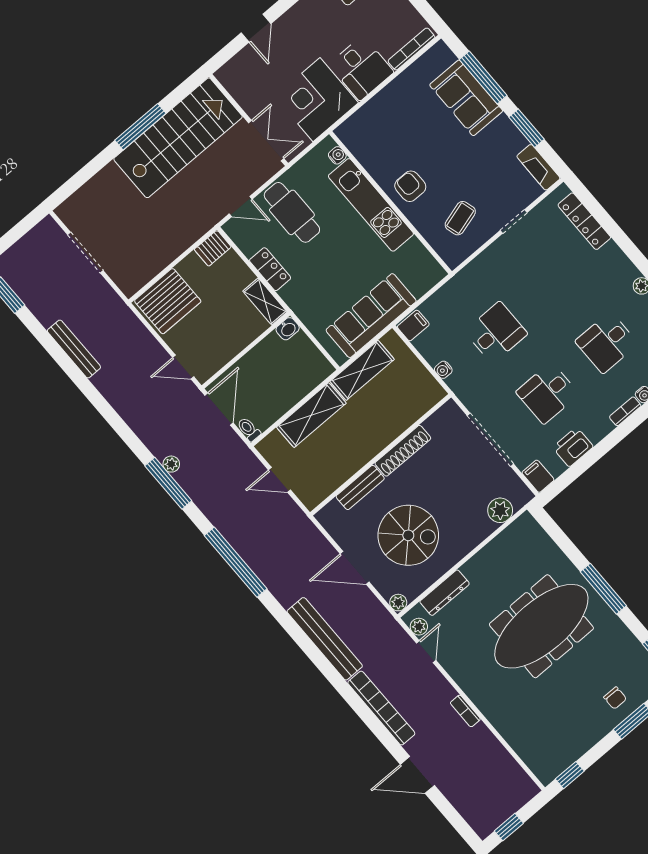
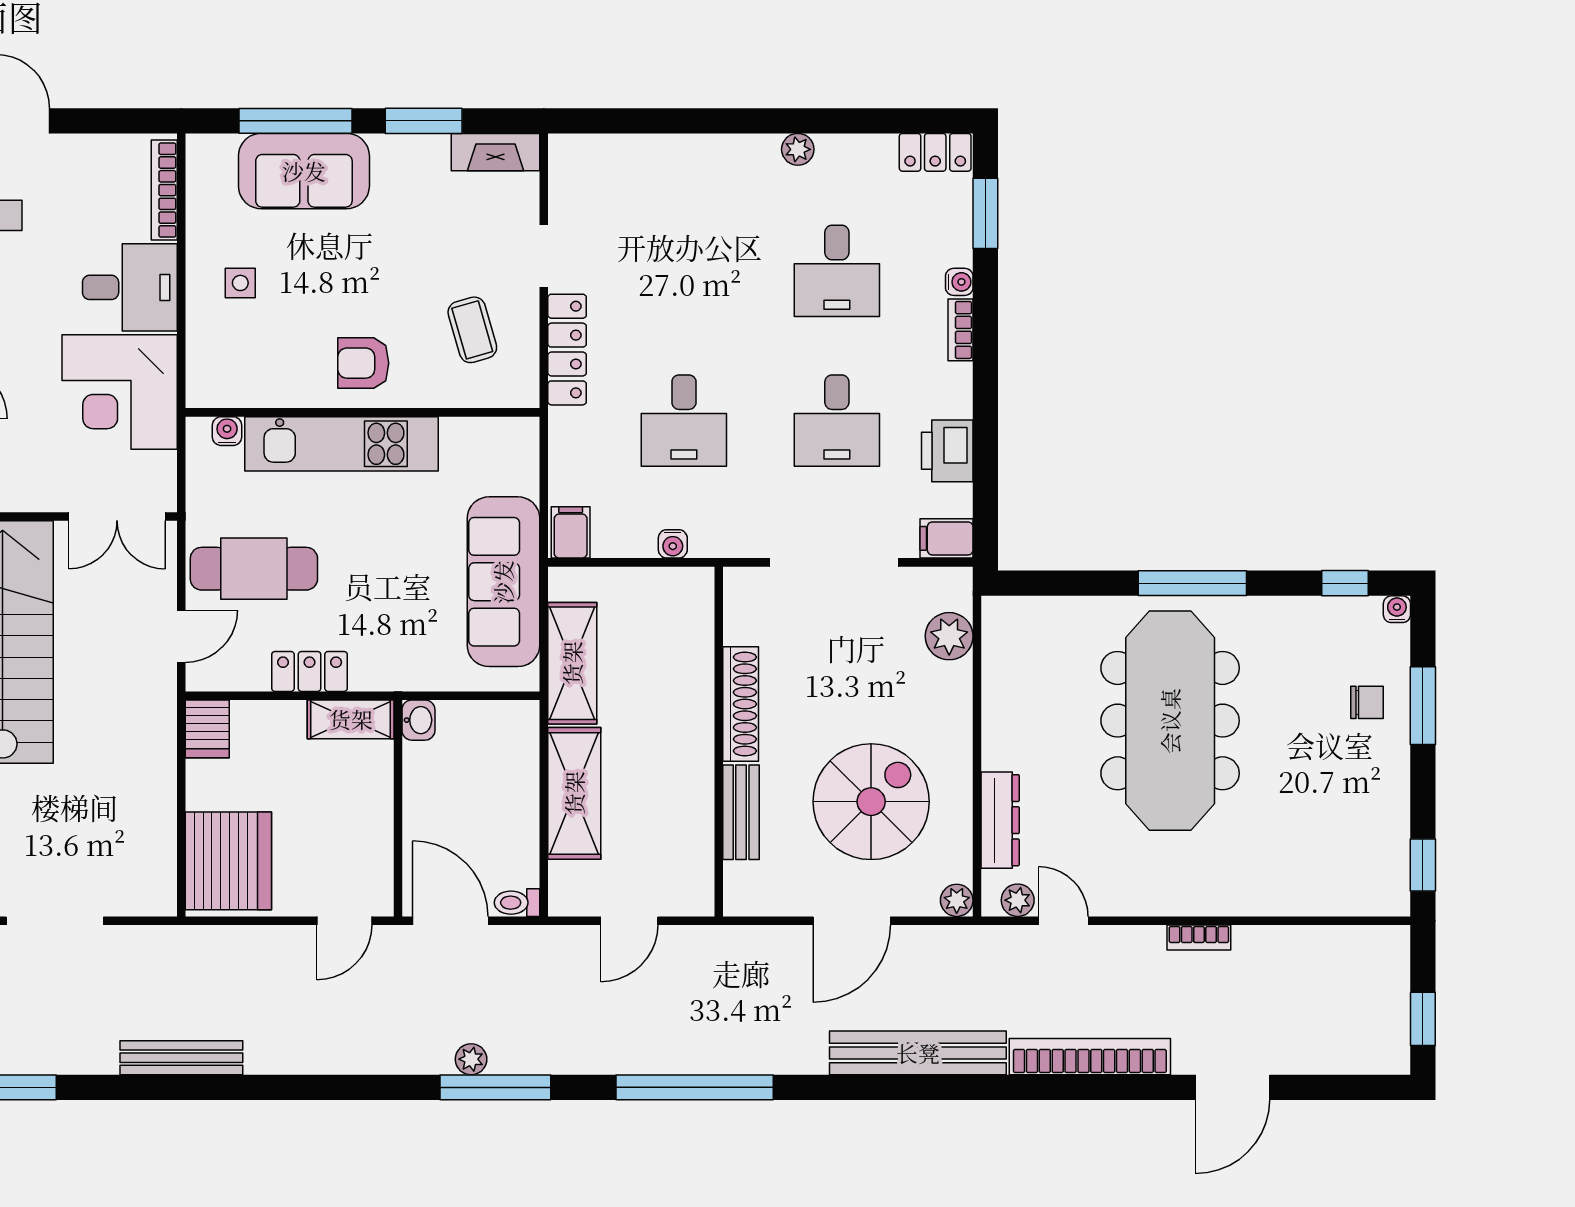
side table: (400, 110) -> (240, 283), added
double door: (266, 141) -> (117, 517), swing flipped
locker: (584, 221) -> (567, 350), moved, turned -90
desk: (496, 333) -> (684, 421), turned 180

